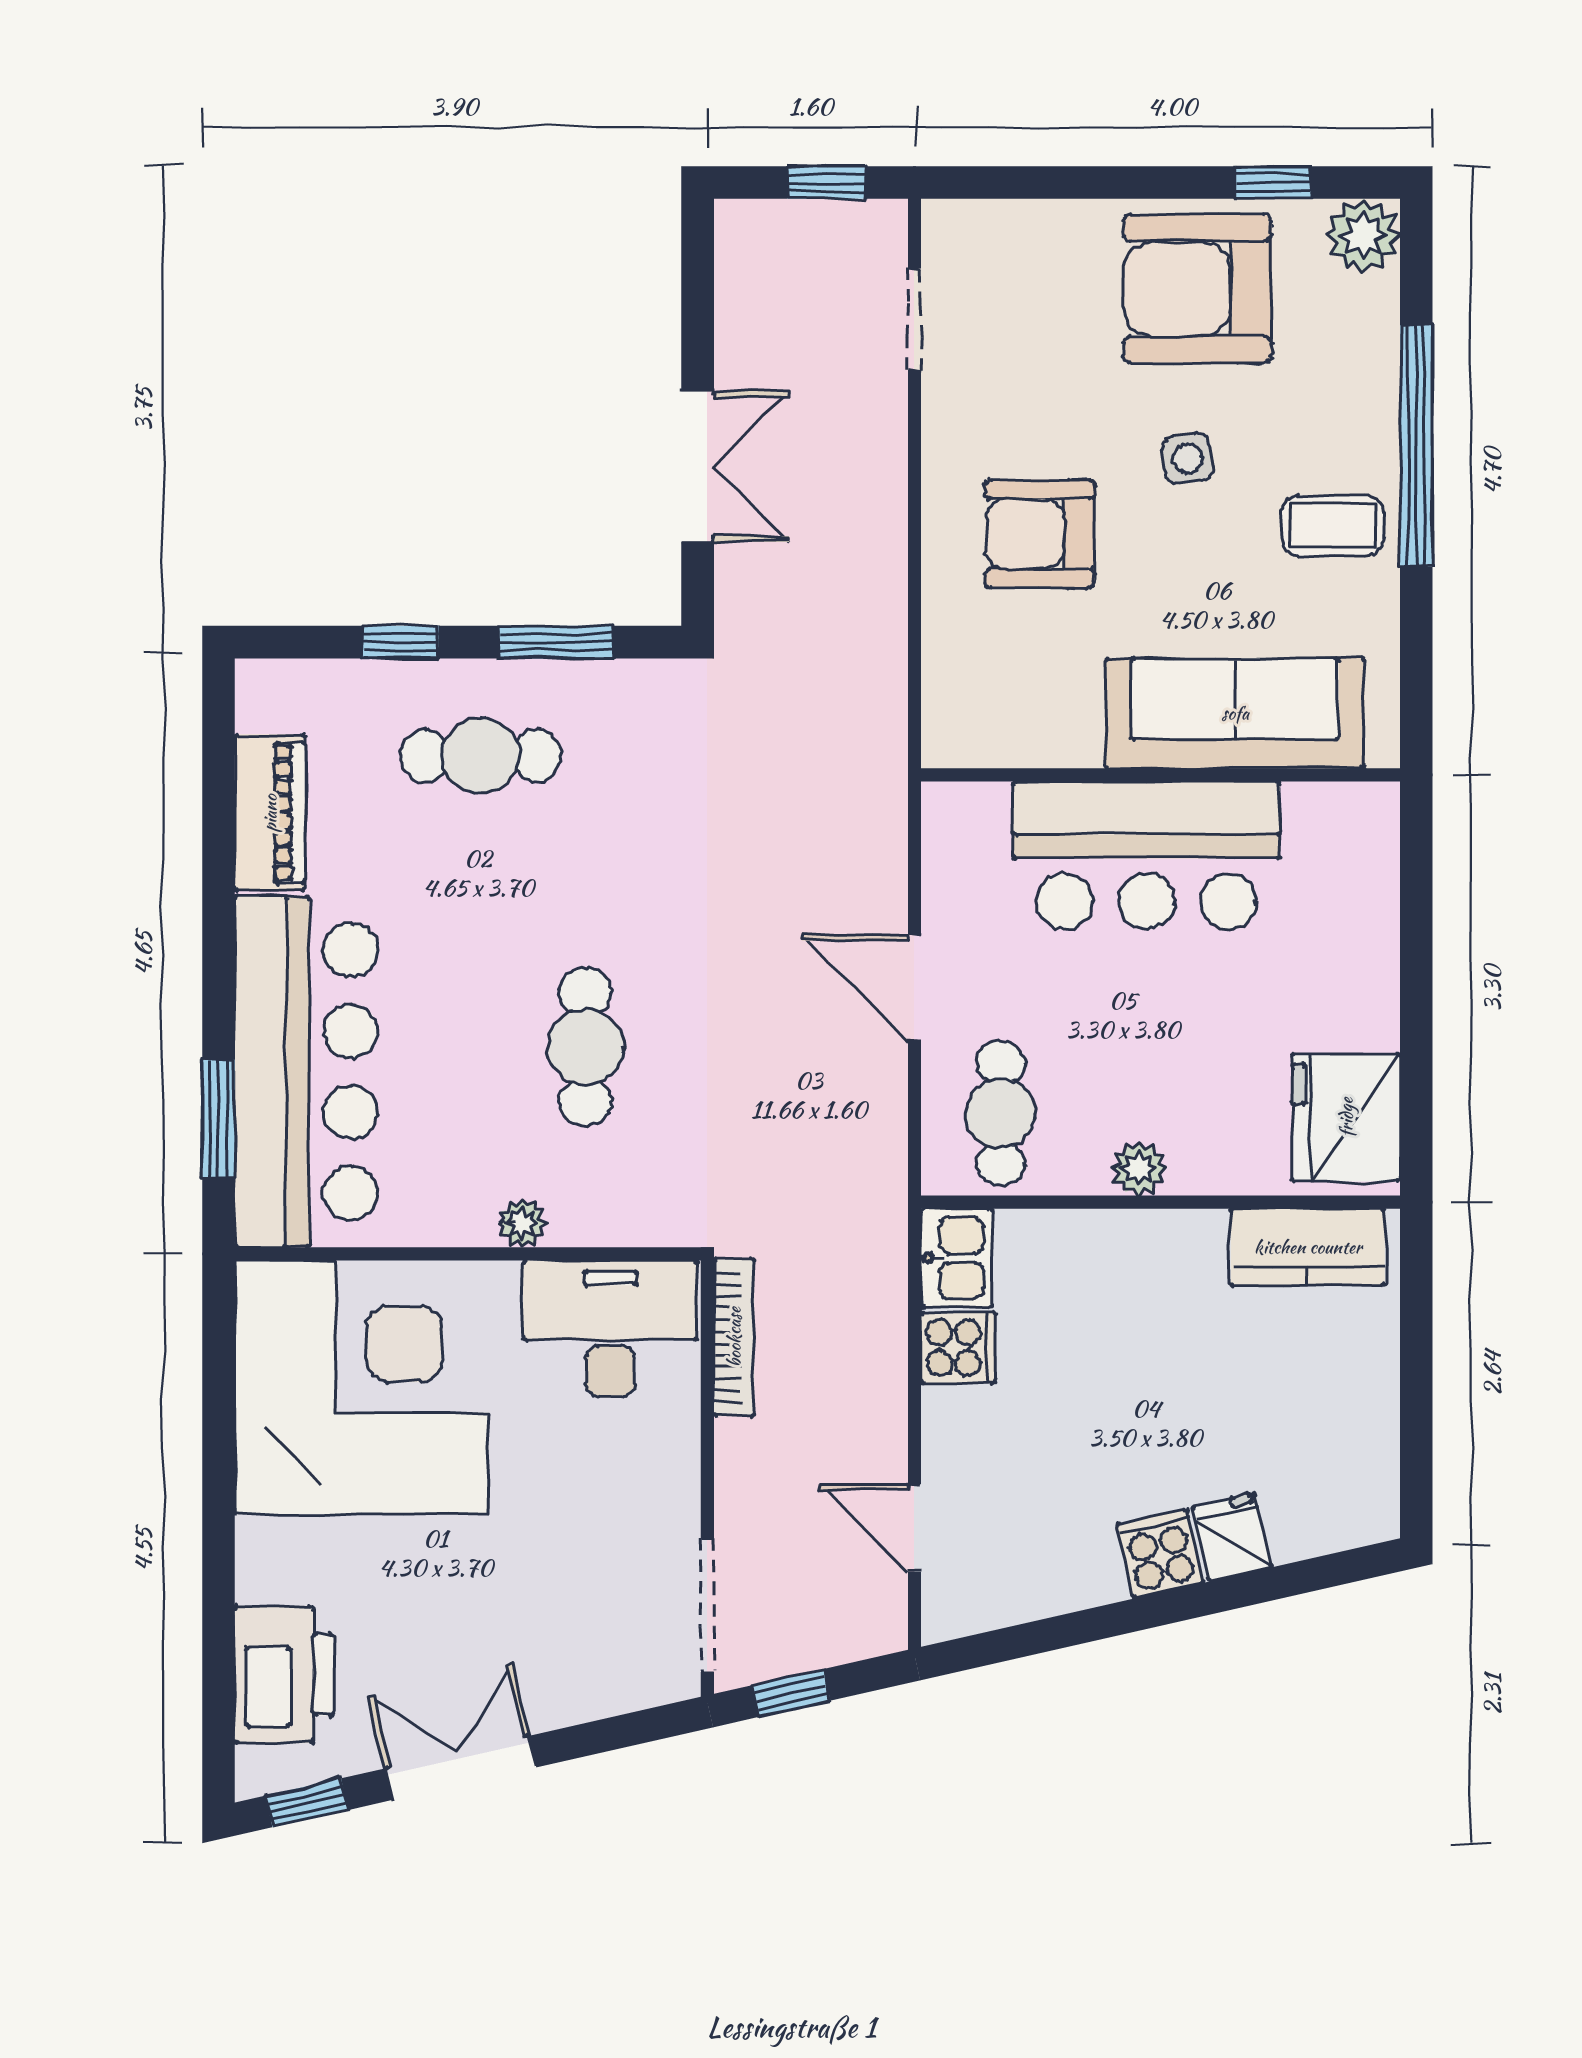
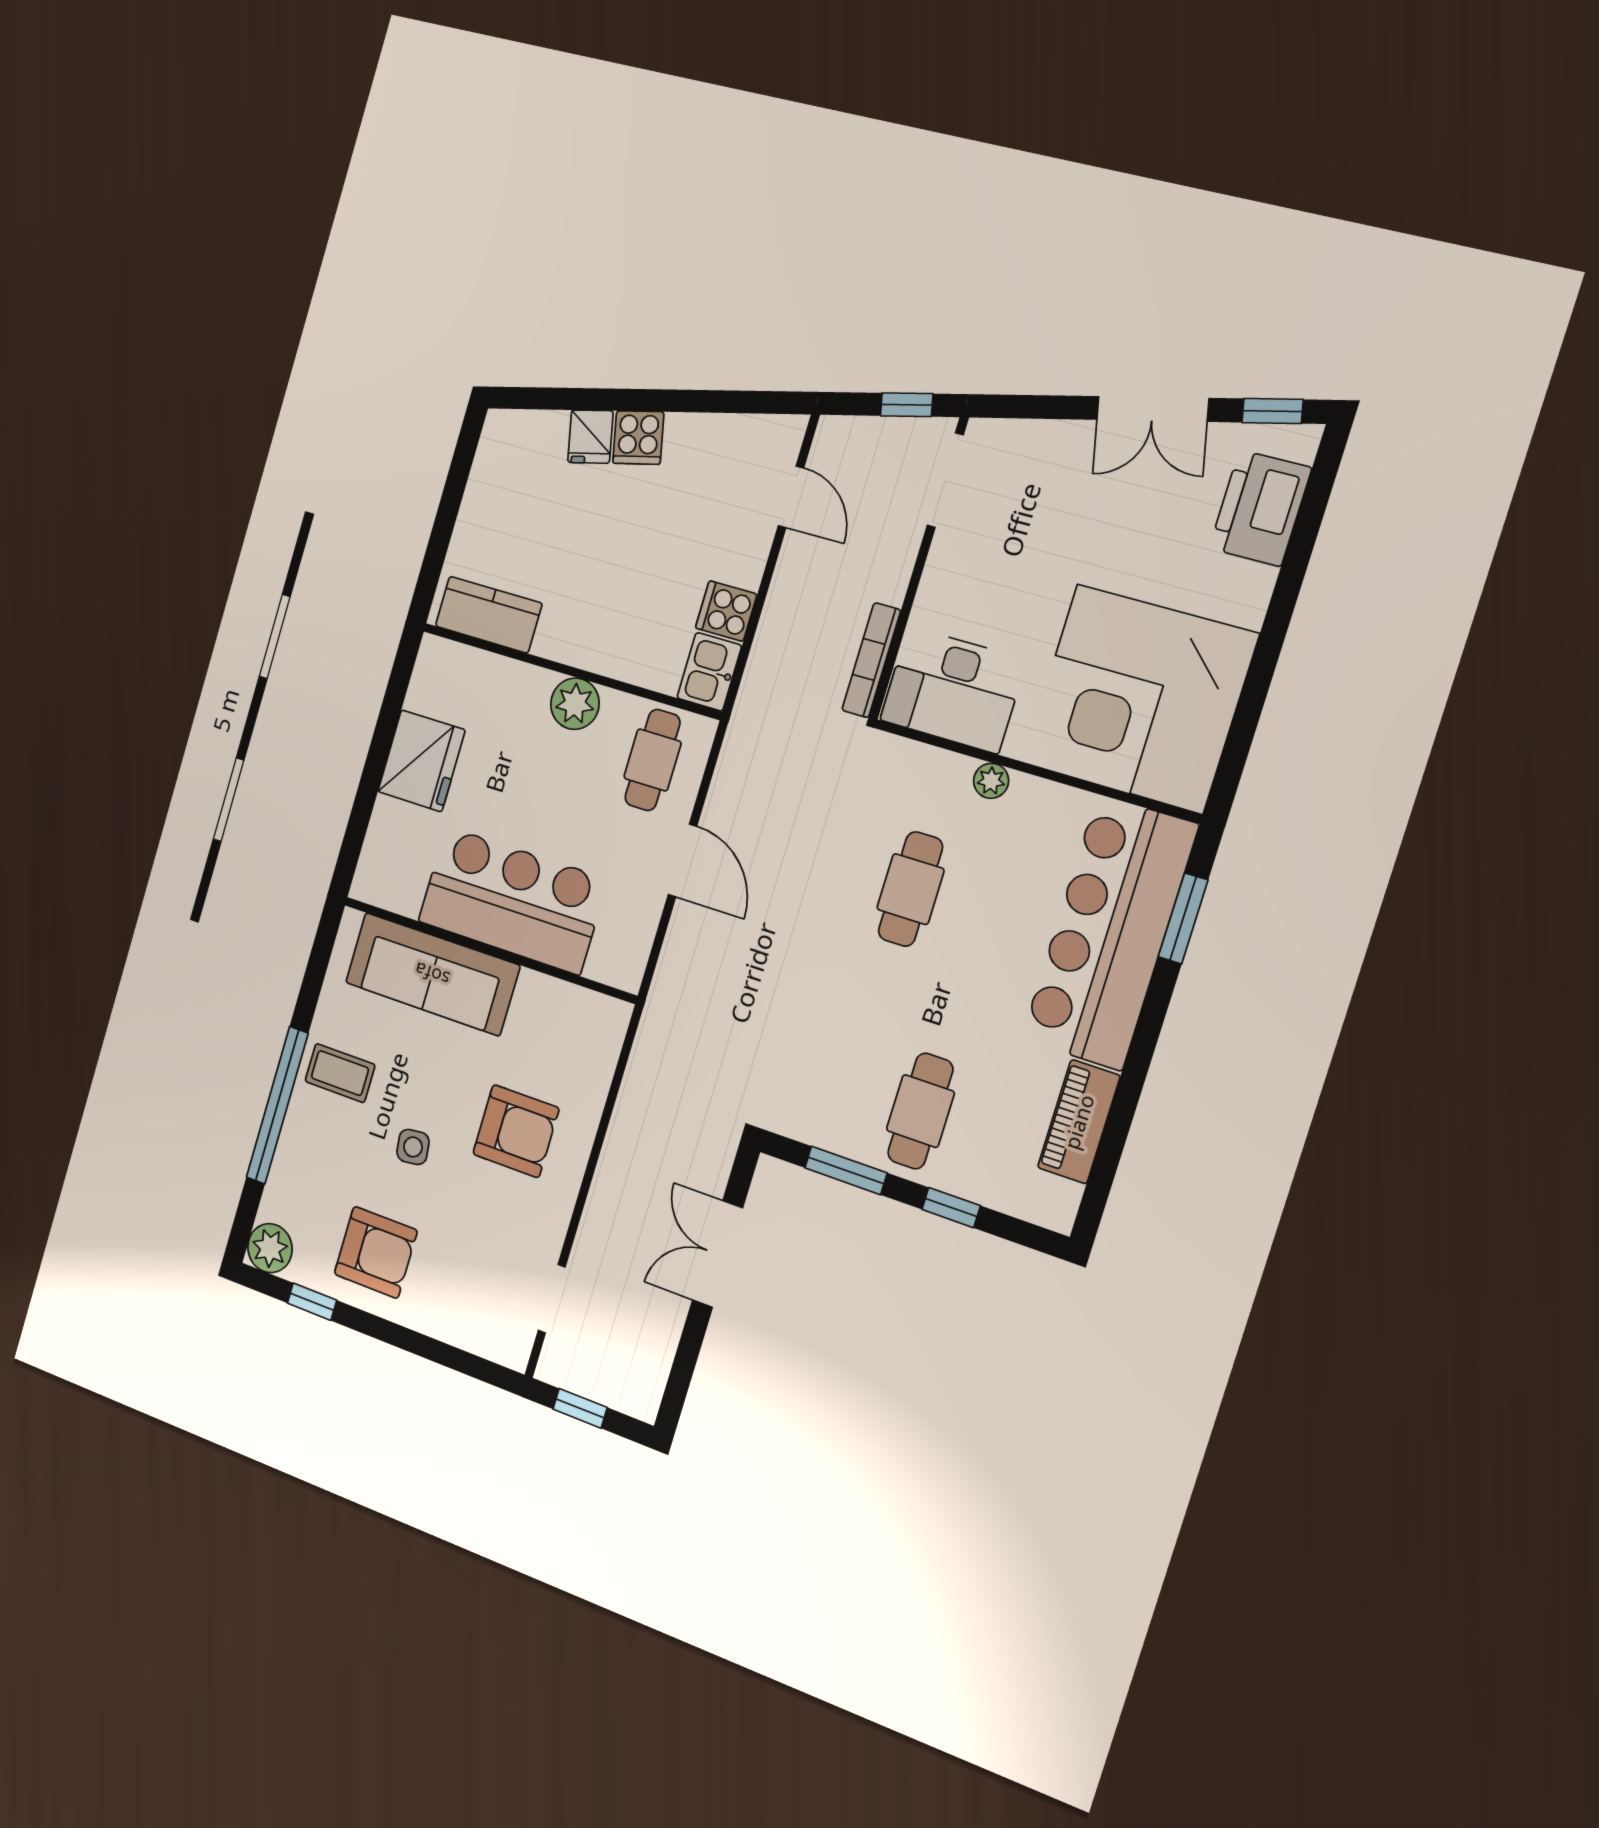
armchair: (1197, 289) -> (376, 1252), width x0.73, depth x0.73
cafe table: (481, 756) -> (920, 1111), turned 90
fridge: (1346, 1117) -> (421, 761), moved
plant: (1139, 1168) -> (575, 704), width x1.38, depth x1.38

